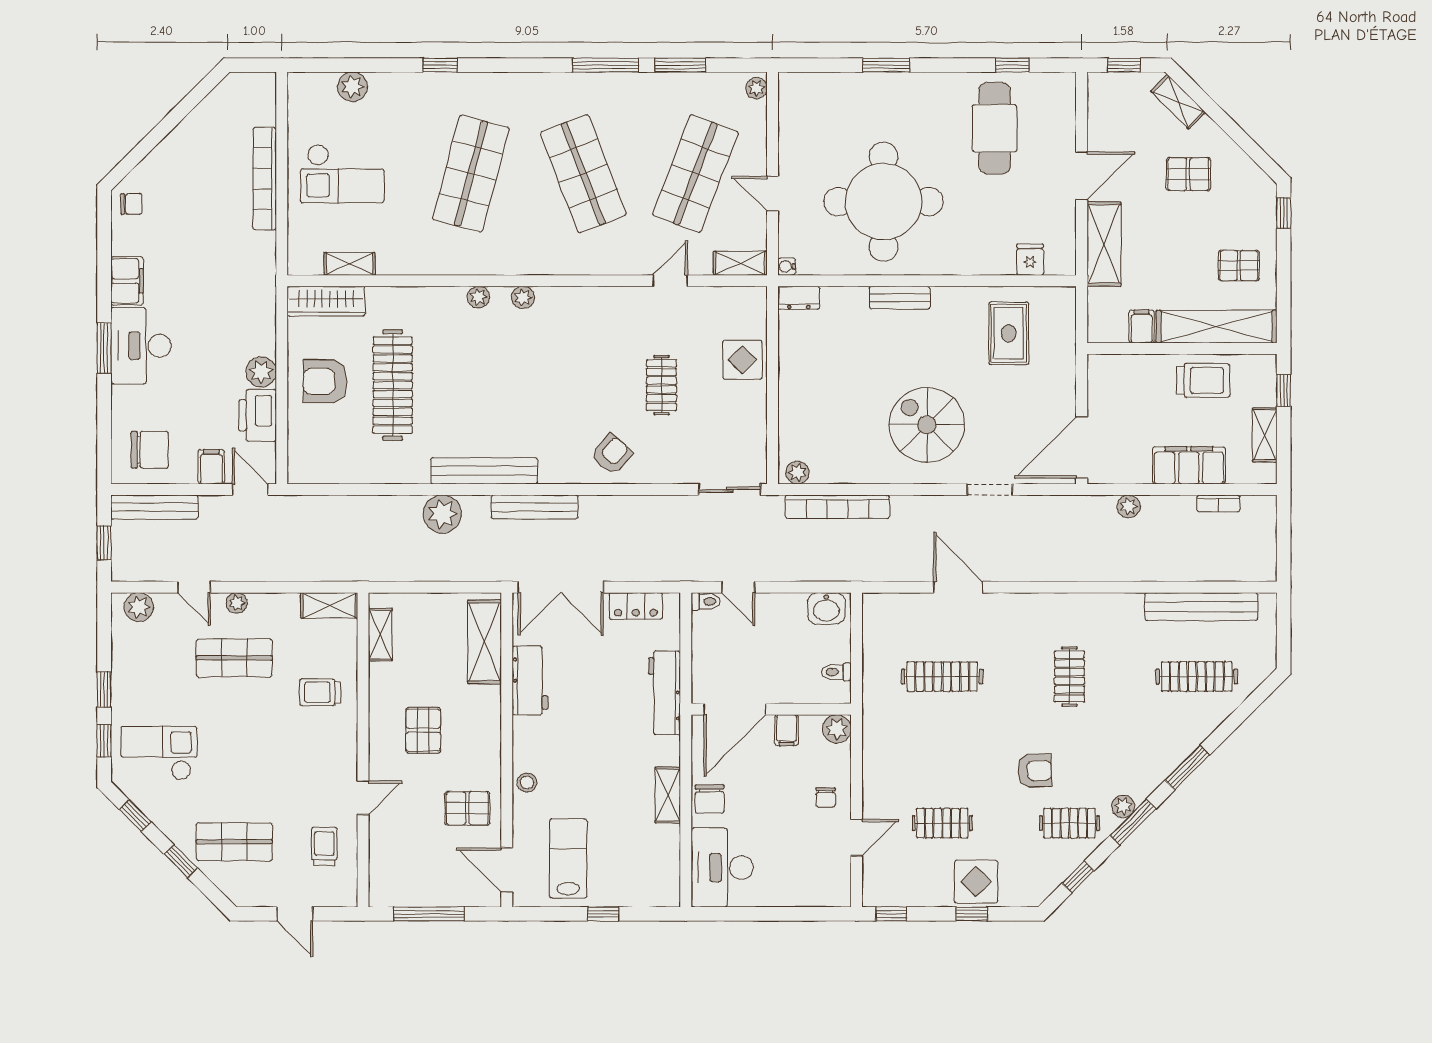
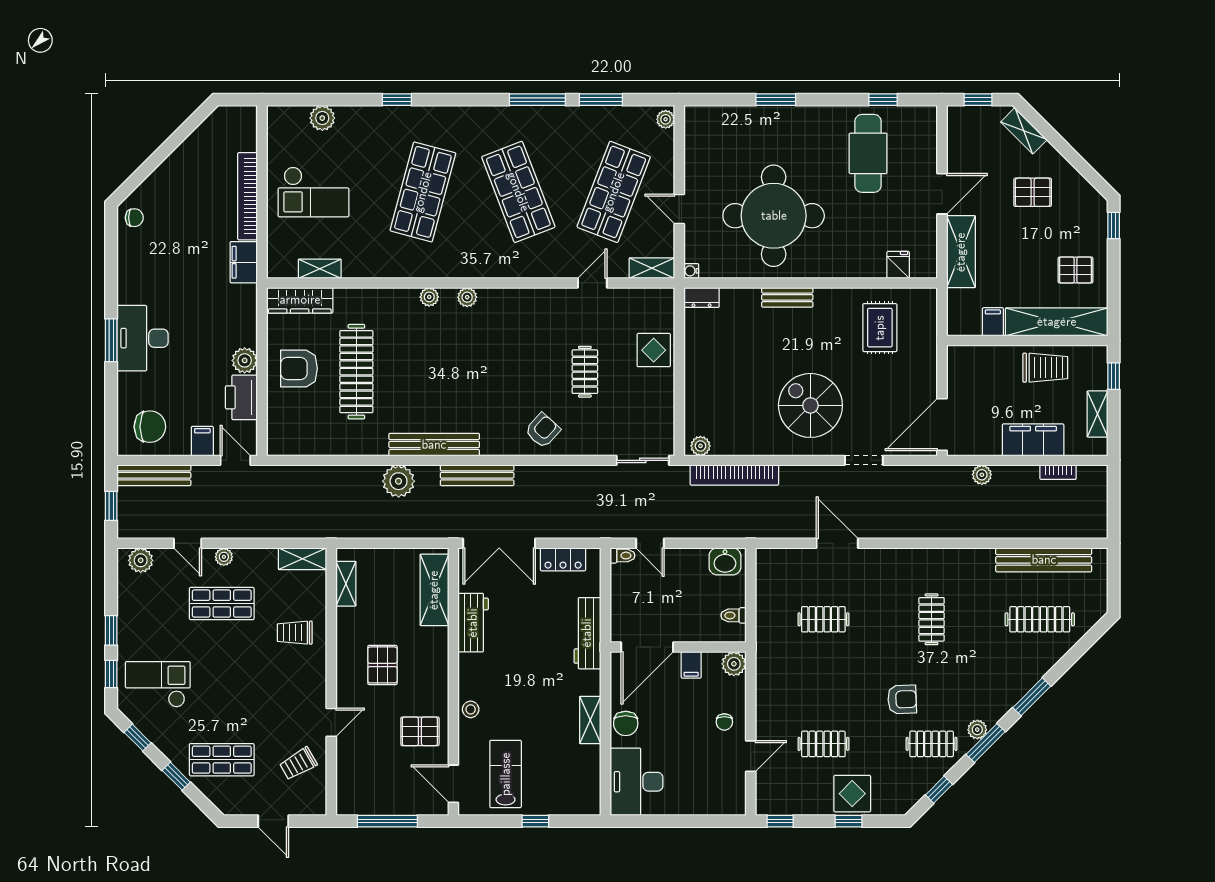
filing cabinet: (127, 281) -> (244, 262), moved, turned 180
clothes rail: (942, 677) -> (823, 619), width x0.73
trolley: (324, 846) -> (298, 764), turned -120

